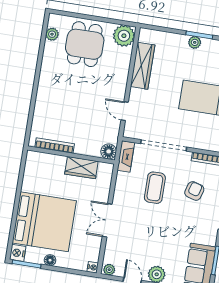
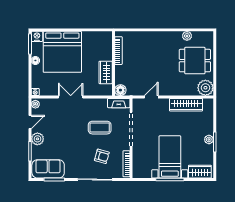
plant: (52, 34) -> (187, 36), moved

